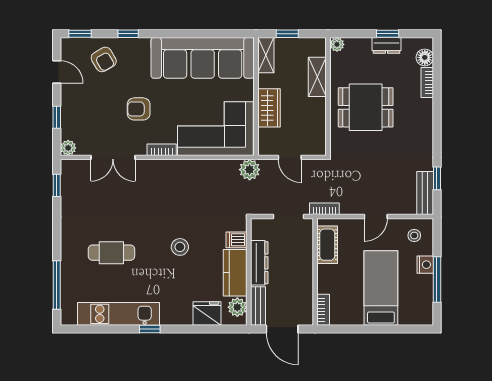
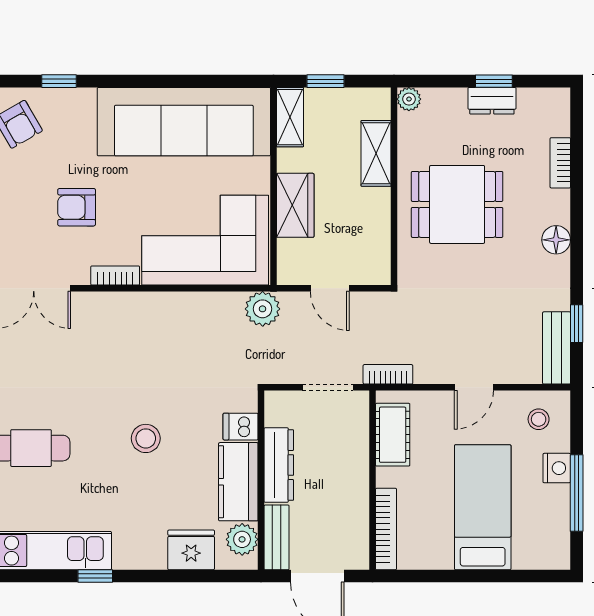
floor lamp: (425, 57) -> (556, 240), moved
bookcase: (323, 310) -> (386, 529), width x1.56

